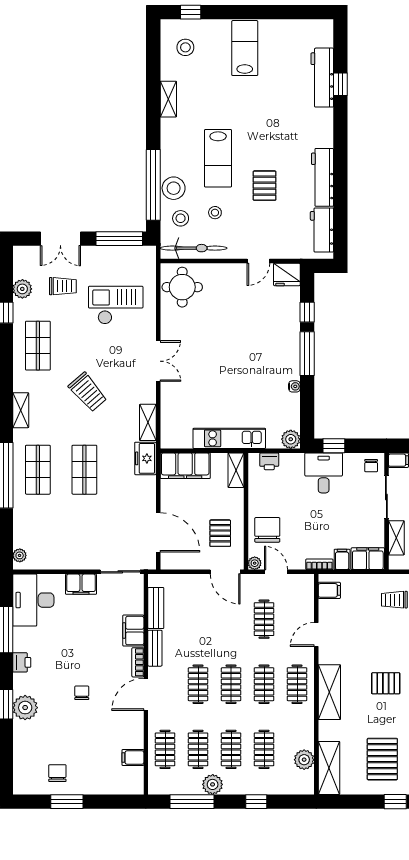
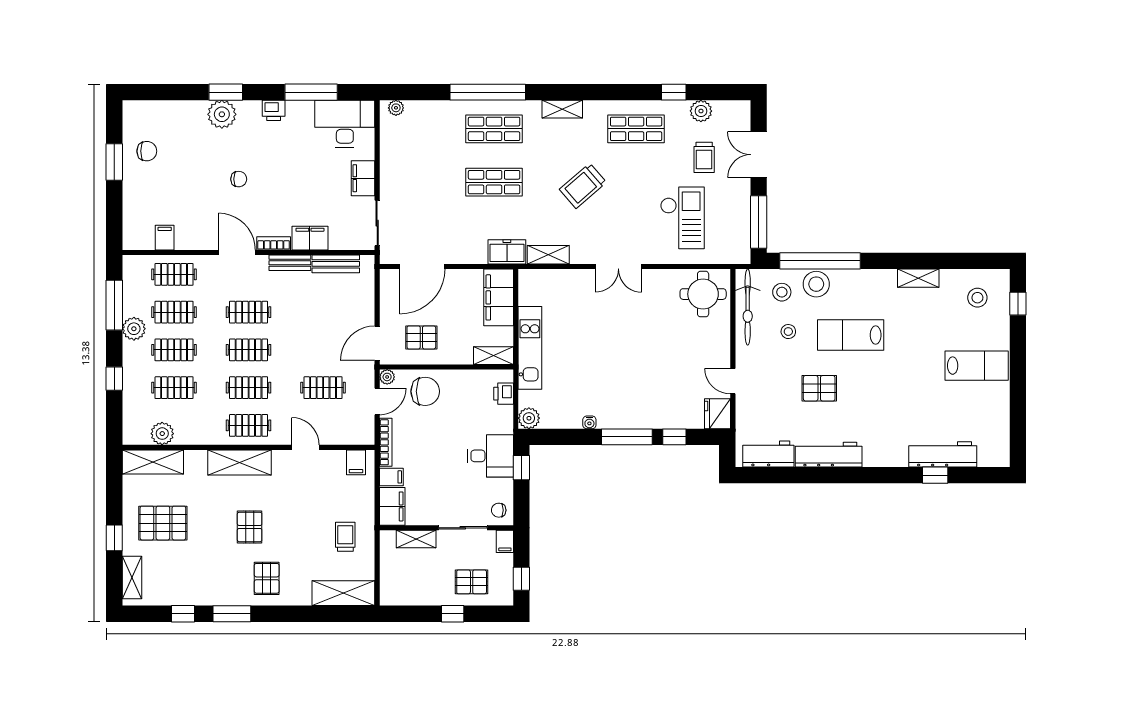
bookcase: (319, 564) -> (386, 442), width x1.56

